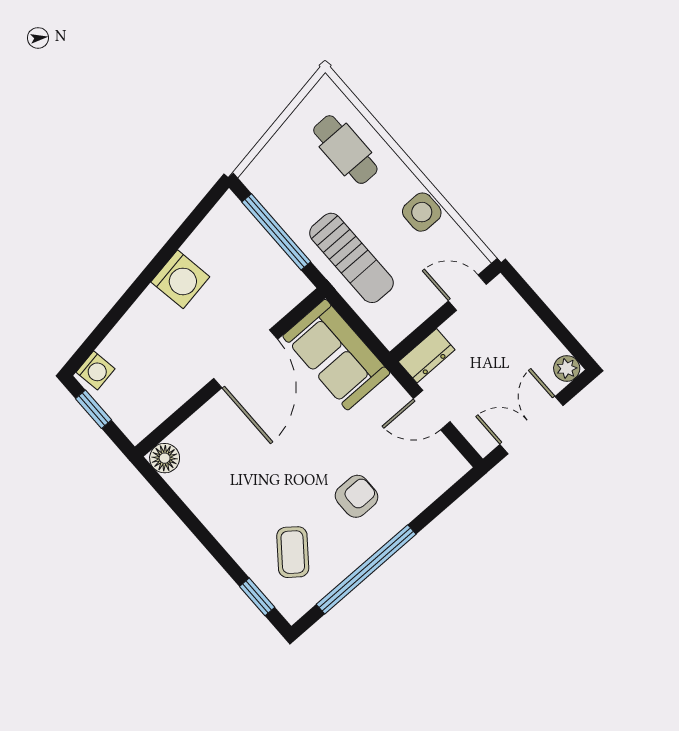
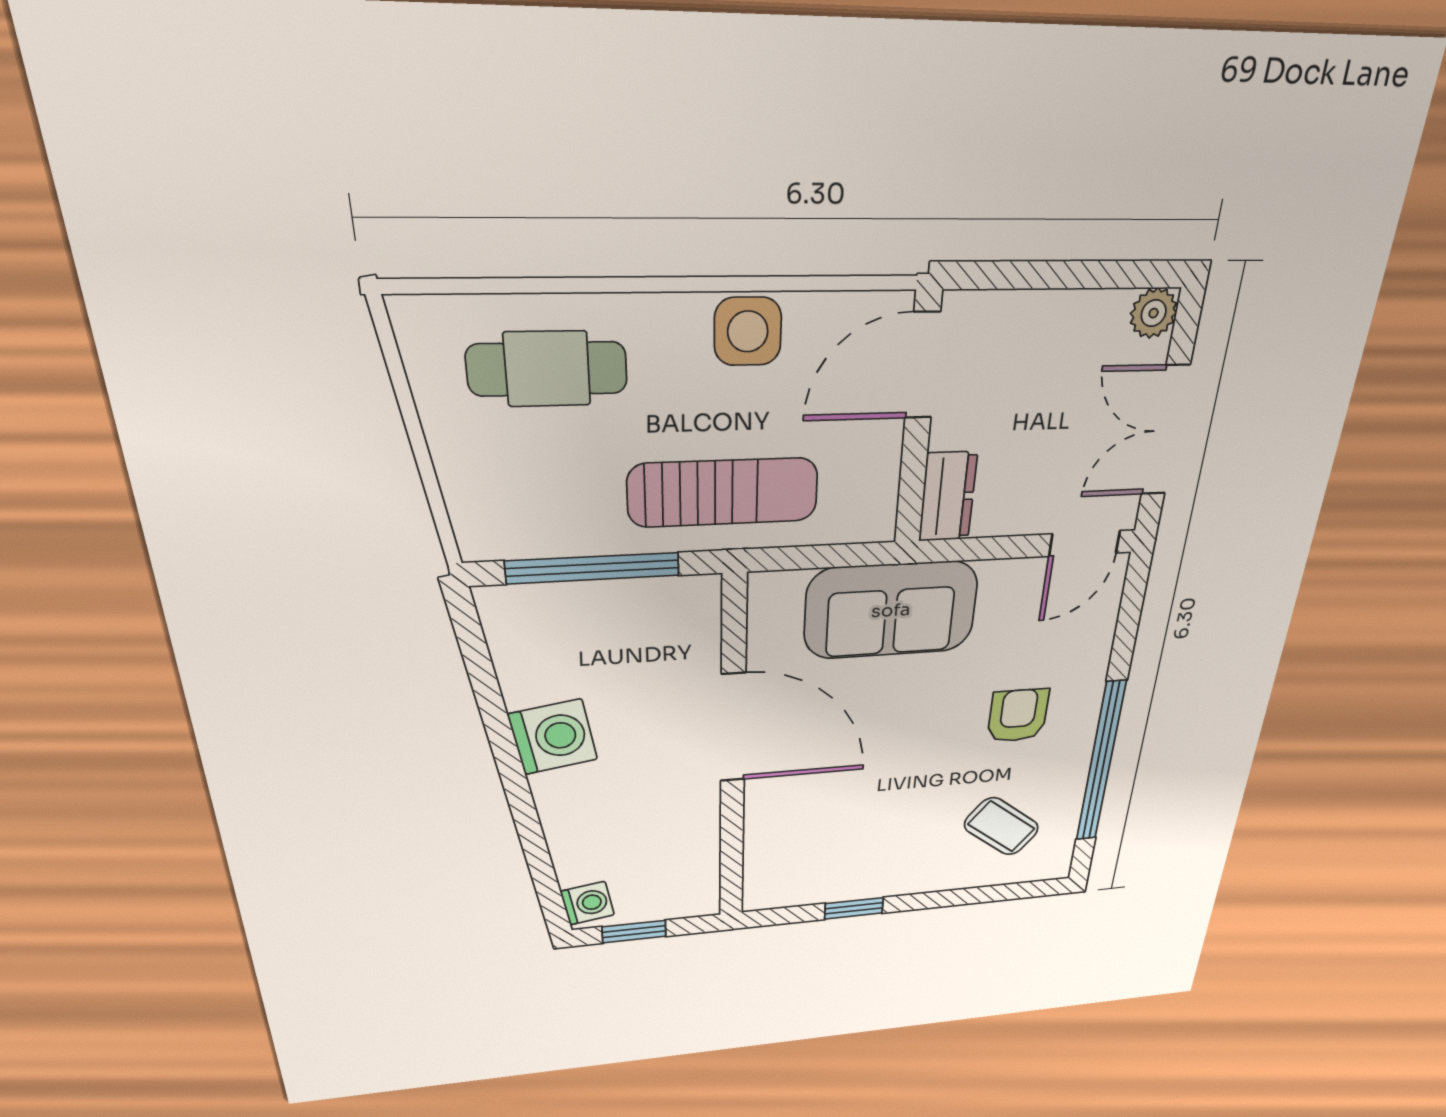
door: (467, 293) -> (923, 366), width x1.37
sofa: (336, 355) -> (891, 610), moved
door: (432, 410) -> (1085, 543), moved
floor lamp: (165, 458) -> (764, 892), removed
window: (257, 597) -> (854, 908), moved

